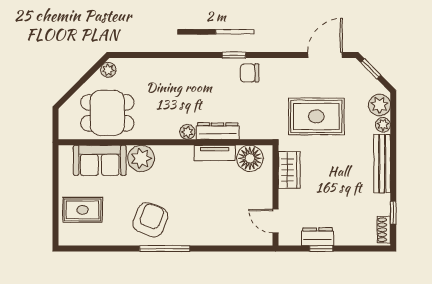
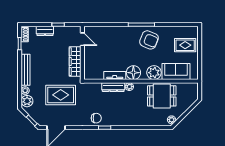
dining table: (107, 113) -> (162, 96), moved
floor lamp: (250, 158) -> (133, 73), moved
wardrobe: (289, 170) -> (75, 62), width x1.50
armchair: (150, 220) -> (149, 40), turned -90
dresser: (318, 237) -> (45, 31), moved

